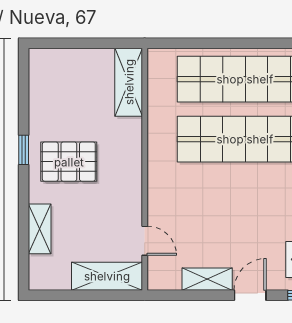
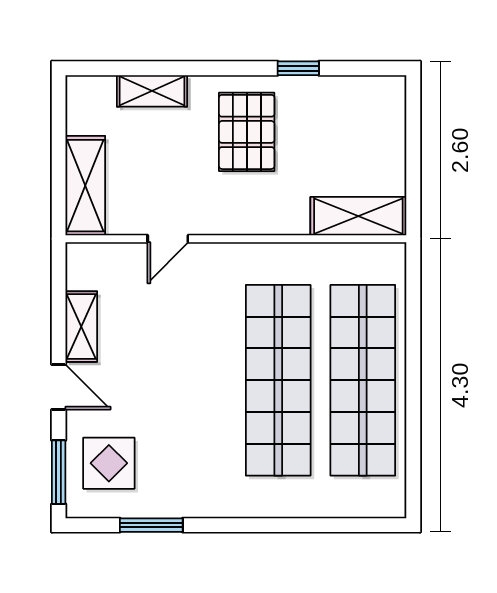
window: (24, 150) -> (298, 68), moved
door: (145, 241) -> (168, 239), moved

